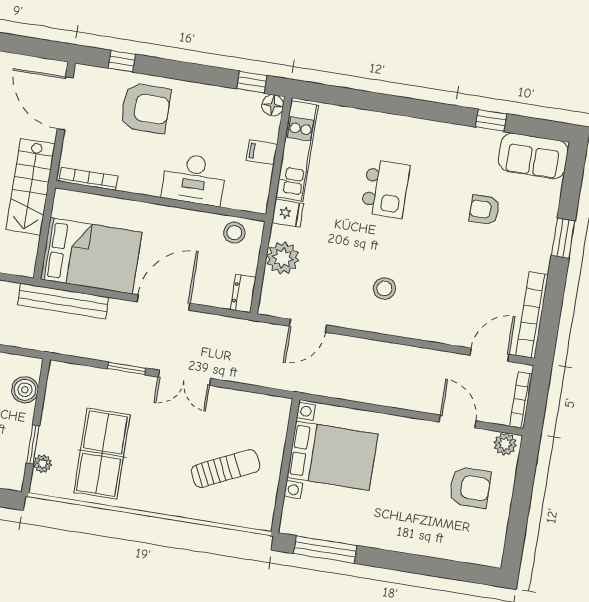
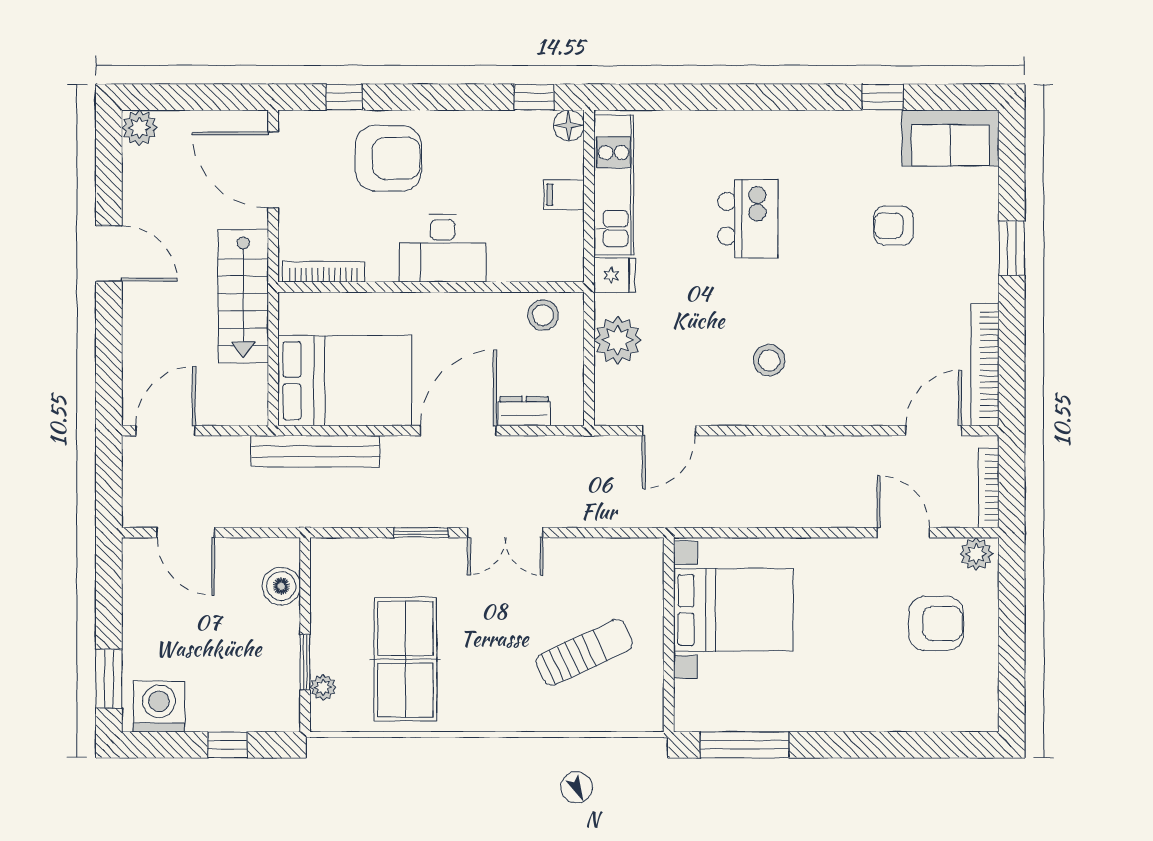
desk: (194, 179) -> (443, 248), moved
dresser: (243, 294) -> (524, 411), moved, turned 90

